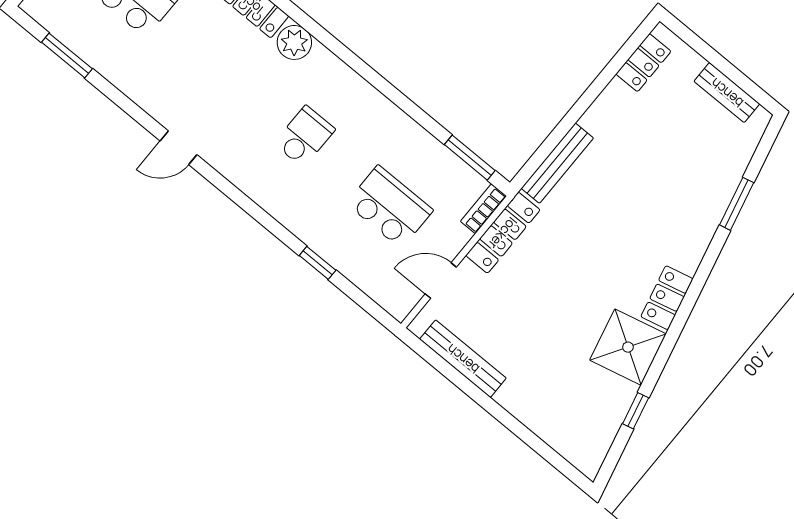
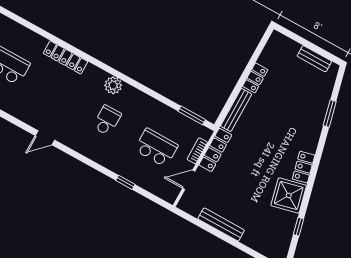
plant: (294, 42) -> (113, 85), moved
locker: (643, 63) -> (255, 78), moved
bookcase: (484, 209) -> (197, 151), moved
bench: (463, 359) -> (221, 224), moved

